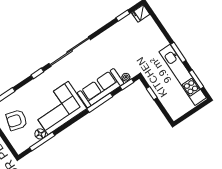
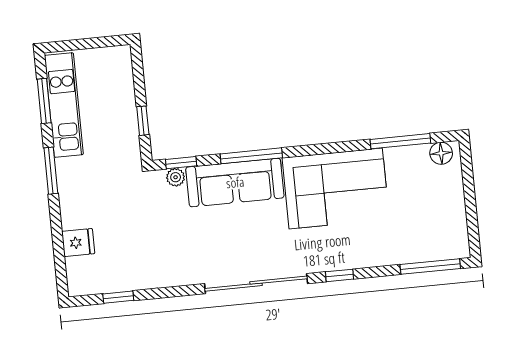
fridge: (141, 13) -> (78, 243), moved
kitchen unit: (183, 75) -> (64, 105), width x0.73
armchair: (17, 120) -> (427, 208), removed
floor lamp: (40, 134) -> (441, 153), moved

